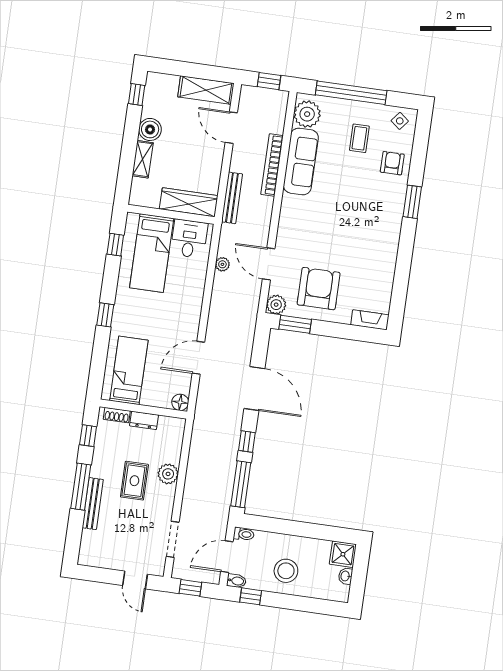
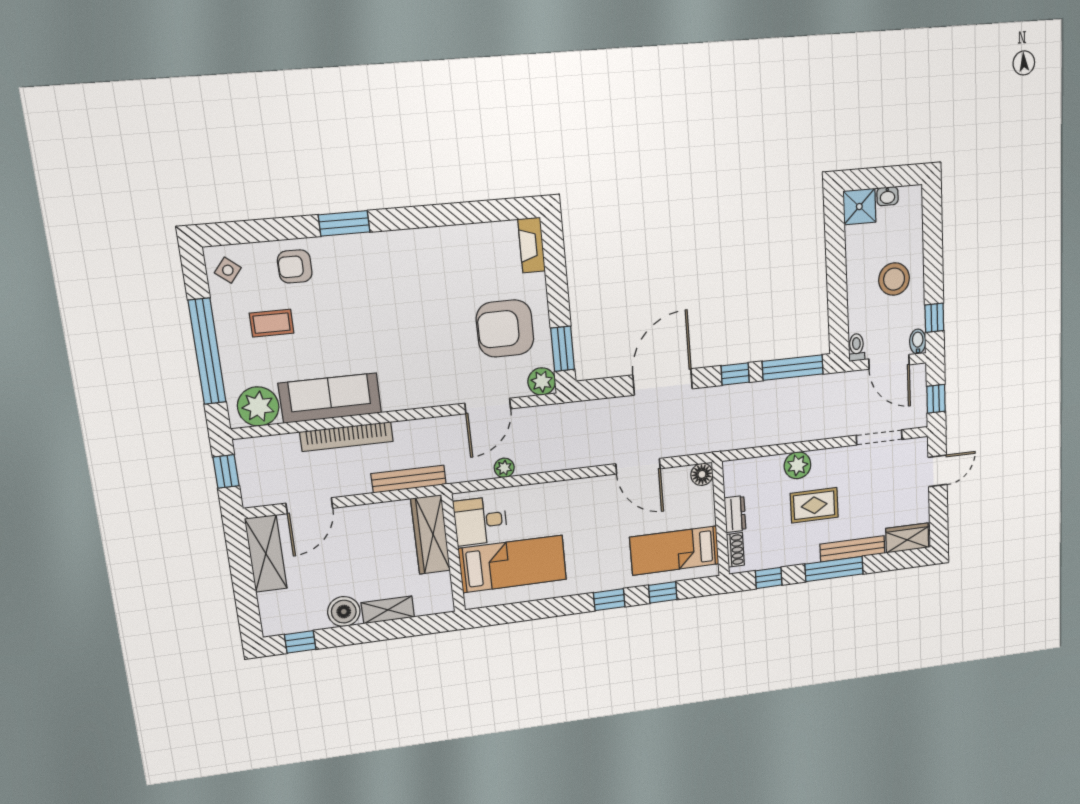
window: (115, 245) -> (663, 592), moved
wardrobe: (89, 548) -> (907, 538), added

